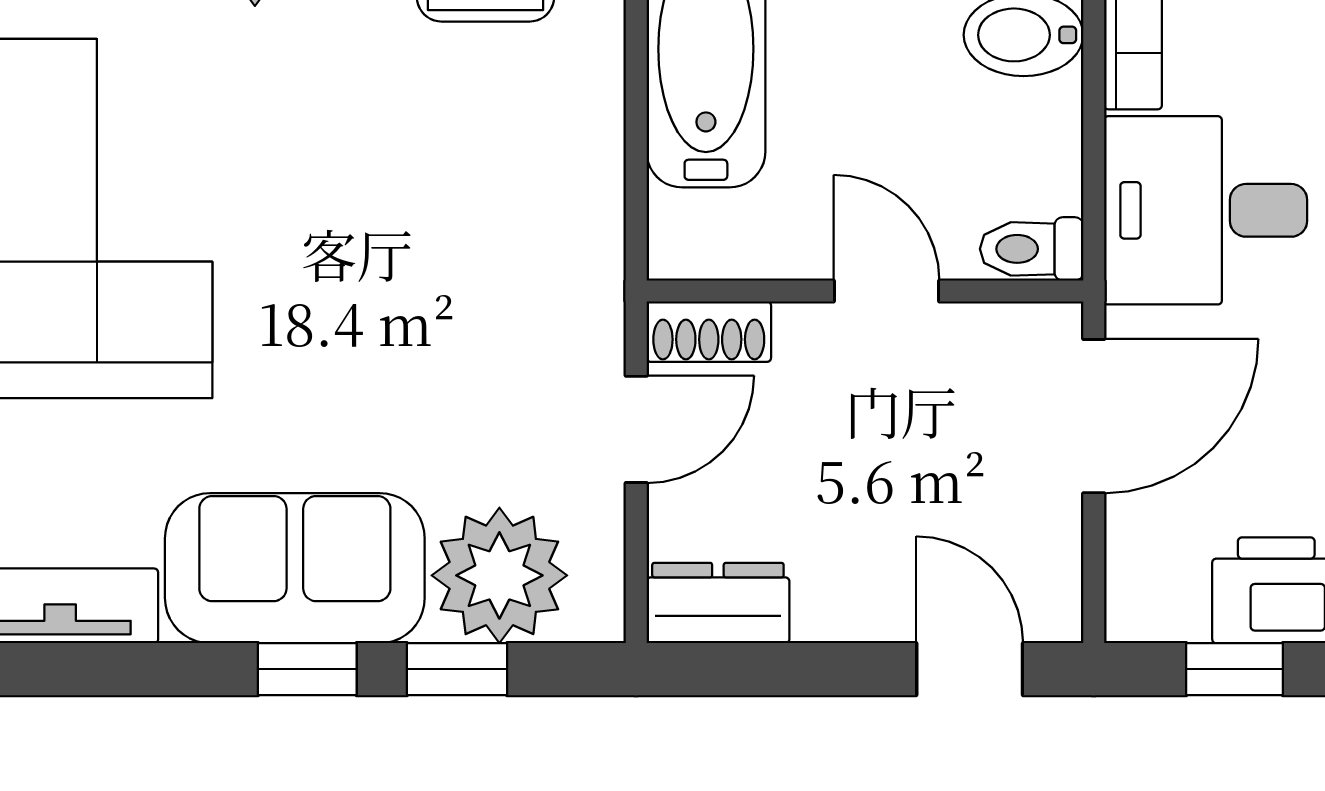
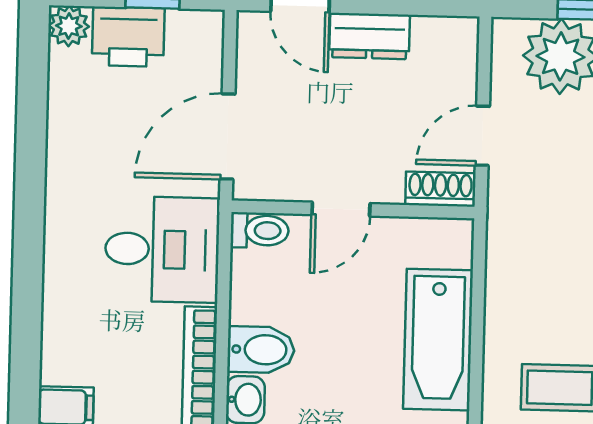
door: (886, 291) -> (341, 209), hinge flipped
dresser: (718, 603) -> (370, 36), moved

